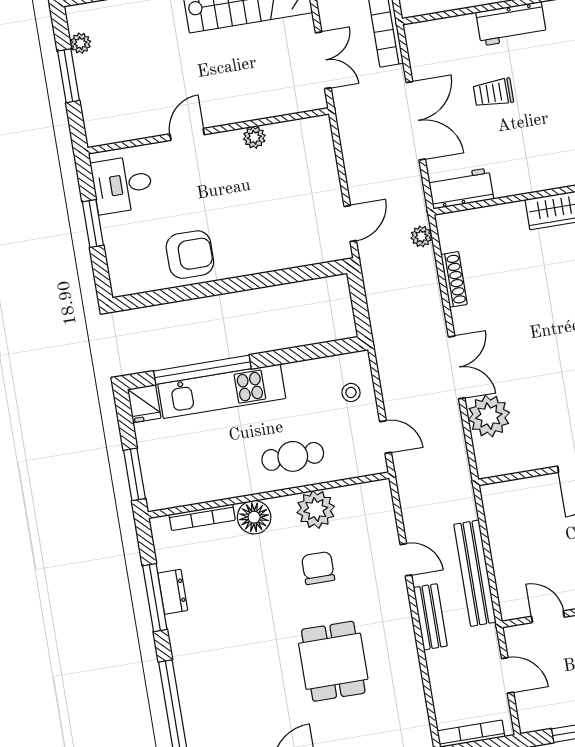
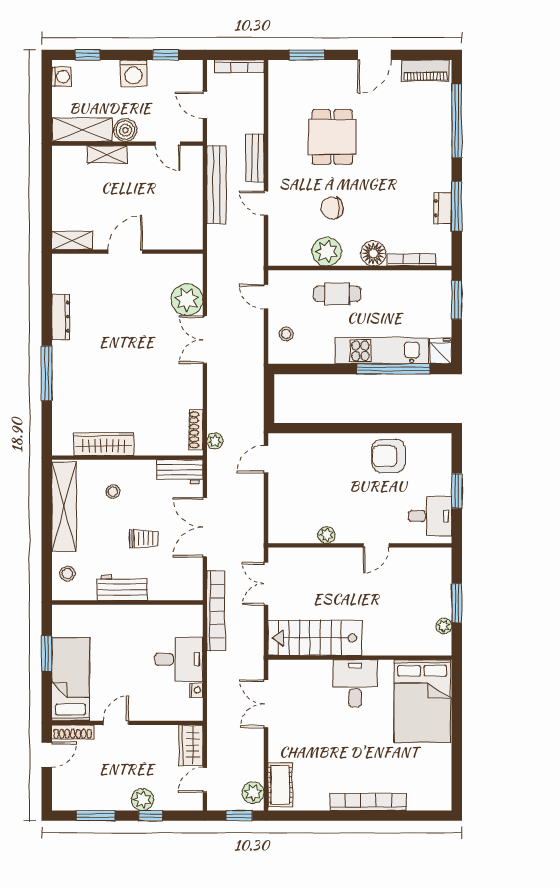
stool: (544, 148) -> (113, 492), added
shoe rack: (454, 279) -> (196, 430), moved
chair: (318, 568) -> (332, 208), turned 90

